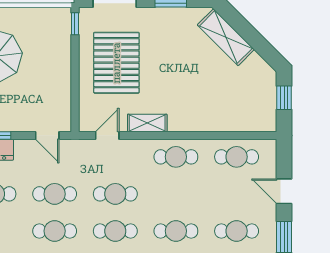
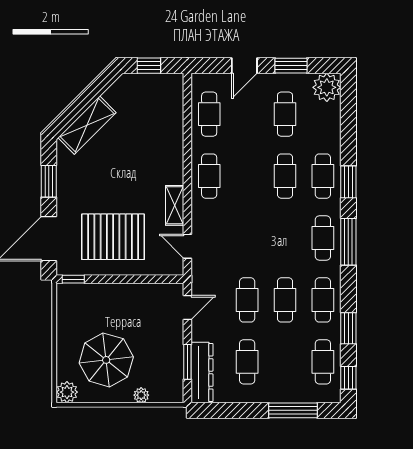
cafe table: (115, 194) -> (247, 238), removed
cafe table: (115, 231) -> (285, 238), removed

